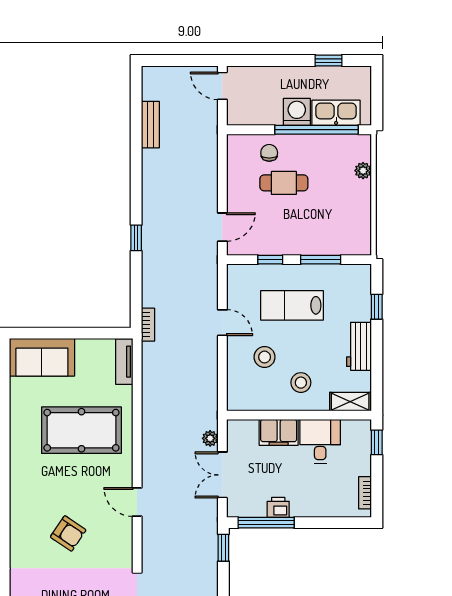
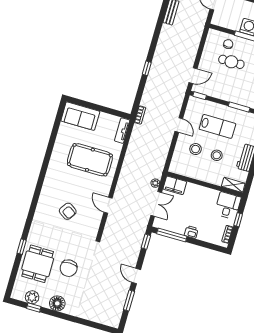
window: (270, 260) -> (200, 96), moved
lab bench: (292, 305) -> (217, 126), turned 180
stool: (301, 383) -> (217, 155), moved
filing cabinet: (279, 432) -> (175, 185), moved
desk: (320, 441) -> (228, 206), moved
window: (377, 442) -> (238, 220), moved
double door: (222, 475) -> (156, 204), swing flipped
printer: (278, 507) -> (191, 232), moved

